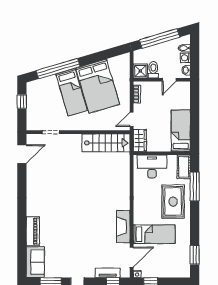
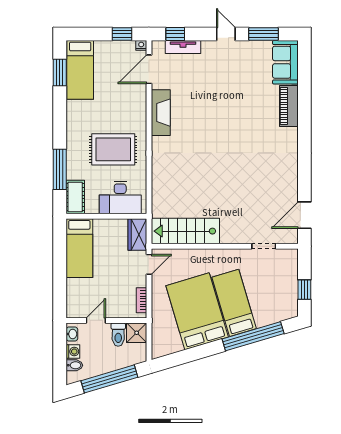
rug: (173, 202) -> (113, 149), moved, turned 90
bed: (154, 234) -> (80, 70), moved, turned -90

